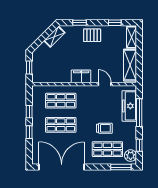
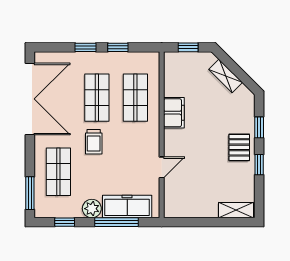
window: (115, 23) -> (259, 165), moved
shelving: (54, 37) -> (226, 76), moved
shelving: (130, 65) -> (192, 208), removed
filing cabinet: (81, 76) -> (174, 113), moved
trolley: (104, 128) -> (94, 142), moved
plant: (131, 156) -> (92, 209), moved

